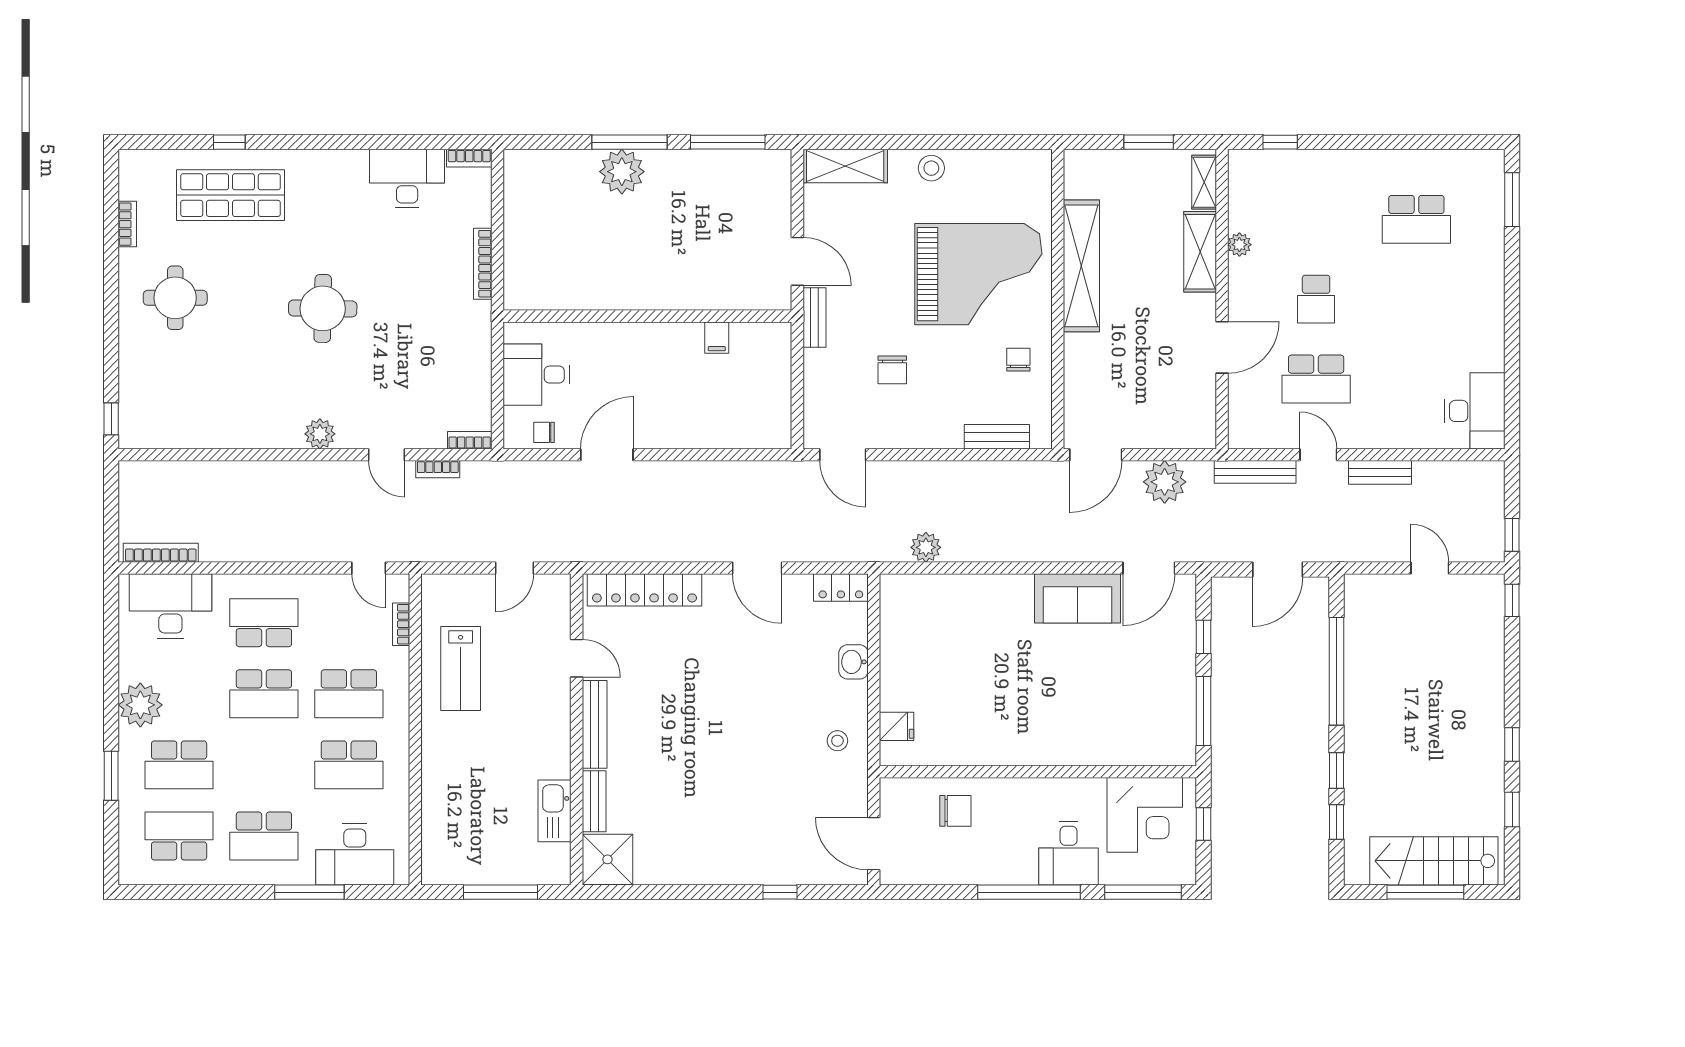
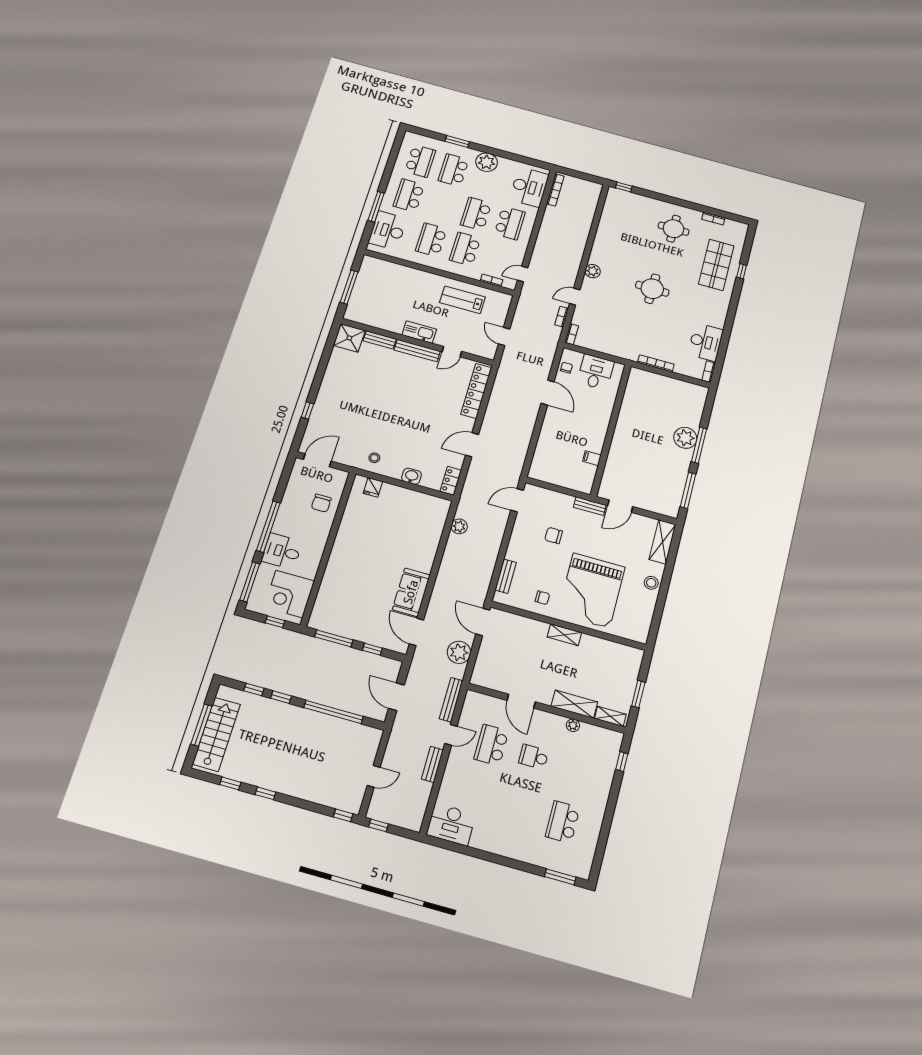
shelving: (1081, 266) -> (564, 635), width x0.45, depth x0.75
kitchen sink: (555, 811) -> (419, 332), moved

